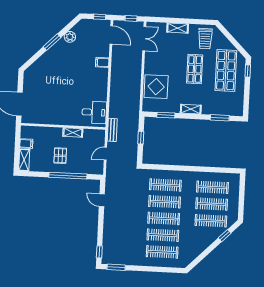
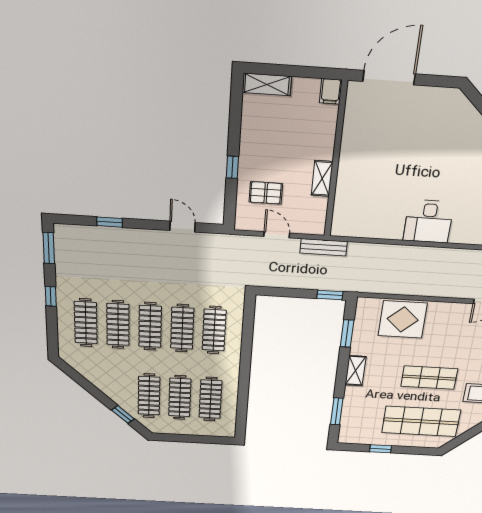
filing cabinet: (102, 62) -> (460, 233), removed
window: (248, 71) -> (381, 449), moved
desk: (94, 112) -> (428, 221), moved
window: (141, 138) -> (330, 295), moved
filing cabinet: (26, 144) -> (331, 91), moved
pallet: (60, 156) -> (266, 193), moved
window: (68, 176) -> (232, 167), width x0.32
door: (102, 200) -> (182, 227), hinge flipped
window: (99, 252) -> (110, 222), moved
window: (146, 269) -> (51, 296), added

